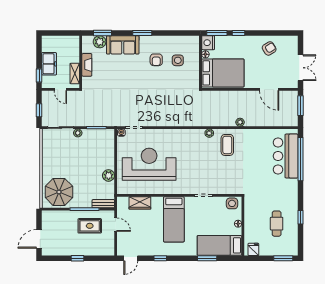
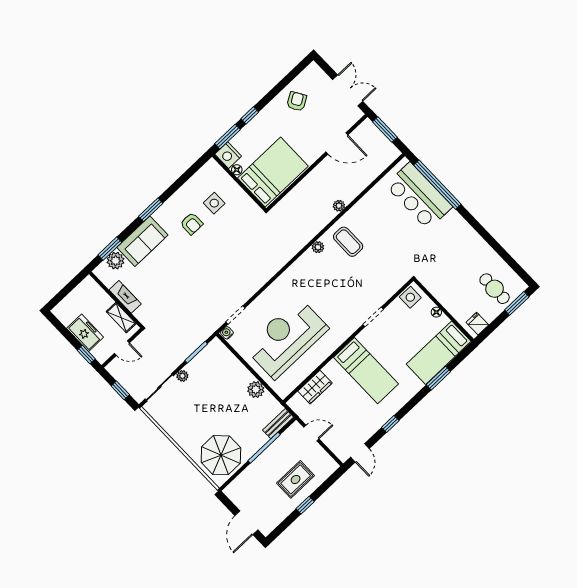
window: (300, 217) -> (494, 244), removed
cafe table: (277, 224) -> (495, 289), moved
rug: (90, 226) -> (296, 479), moved

